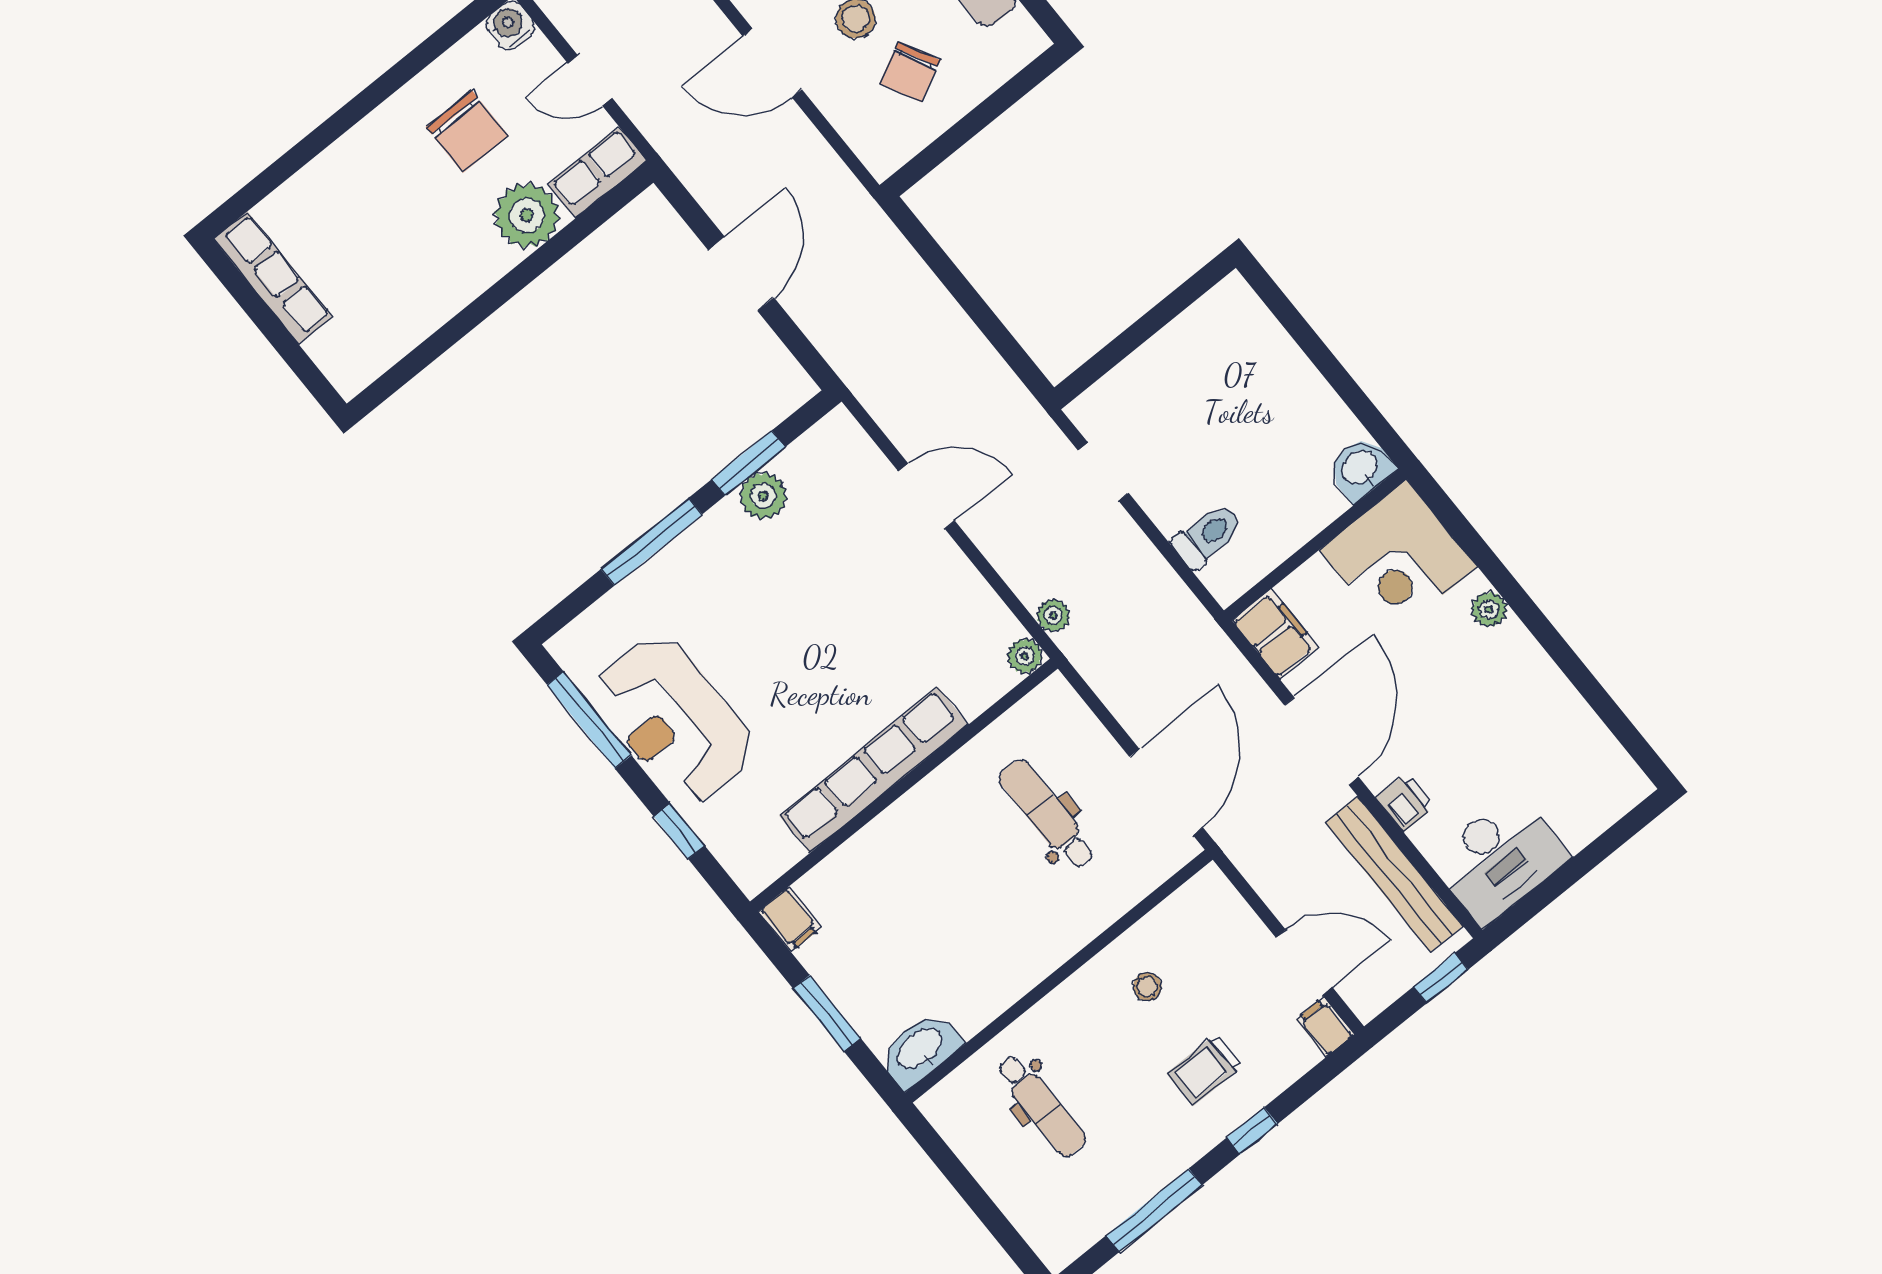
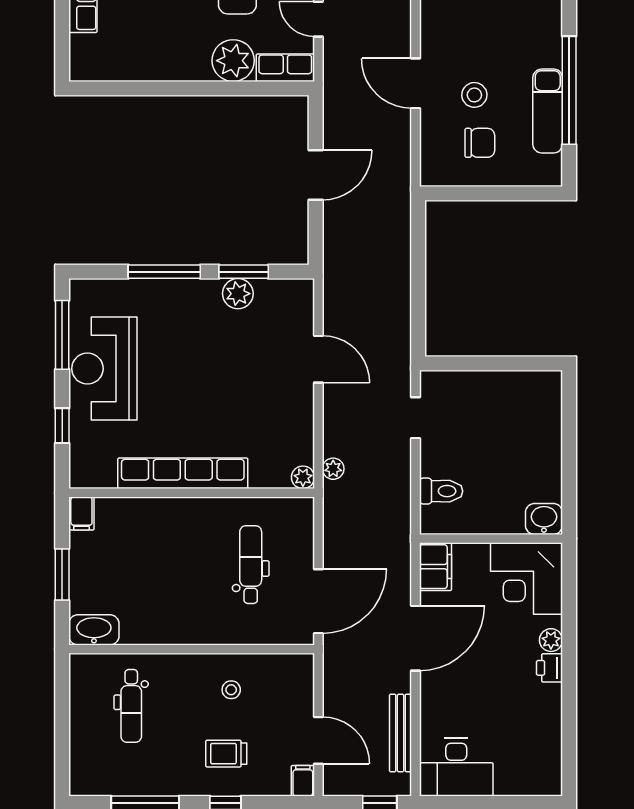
chair: (910, 72) -> (480, 143), turned -153
printer: (1405, 802) -> (550, 668), moved, turned 180
bench: (1394, 874) -> (401, 733), width x0.73, depth x0.82

